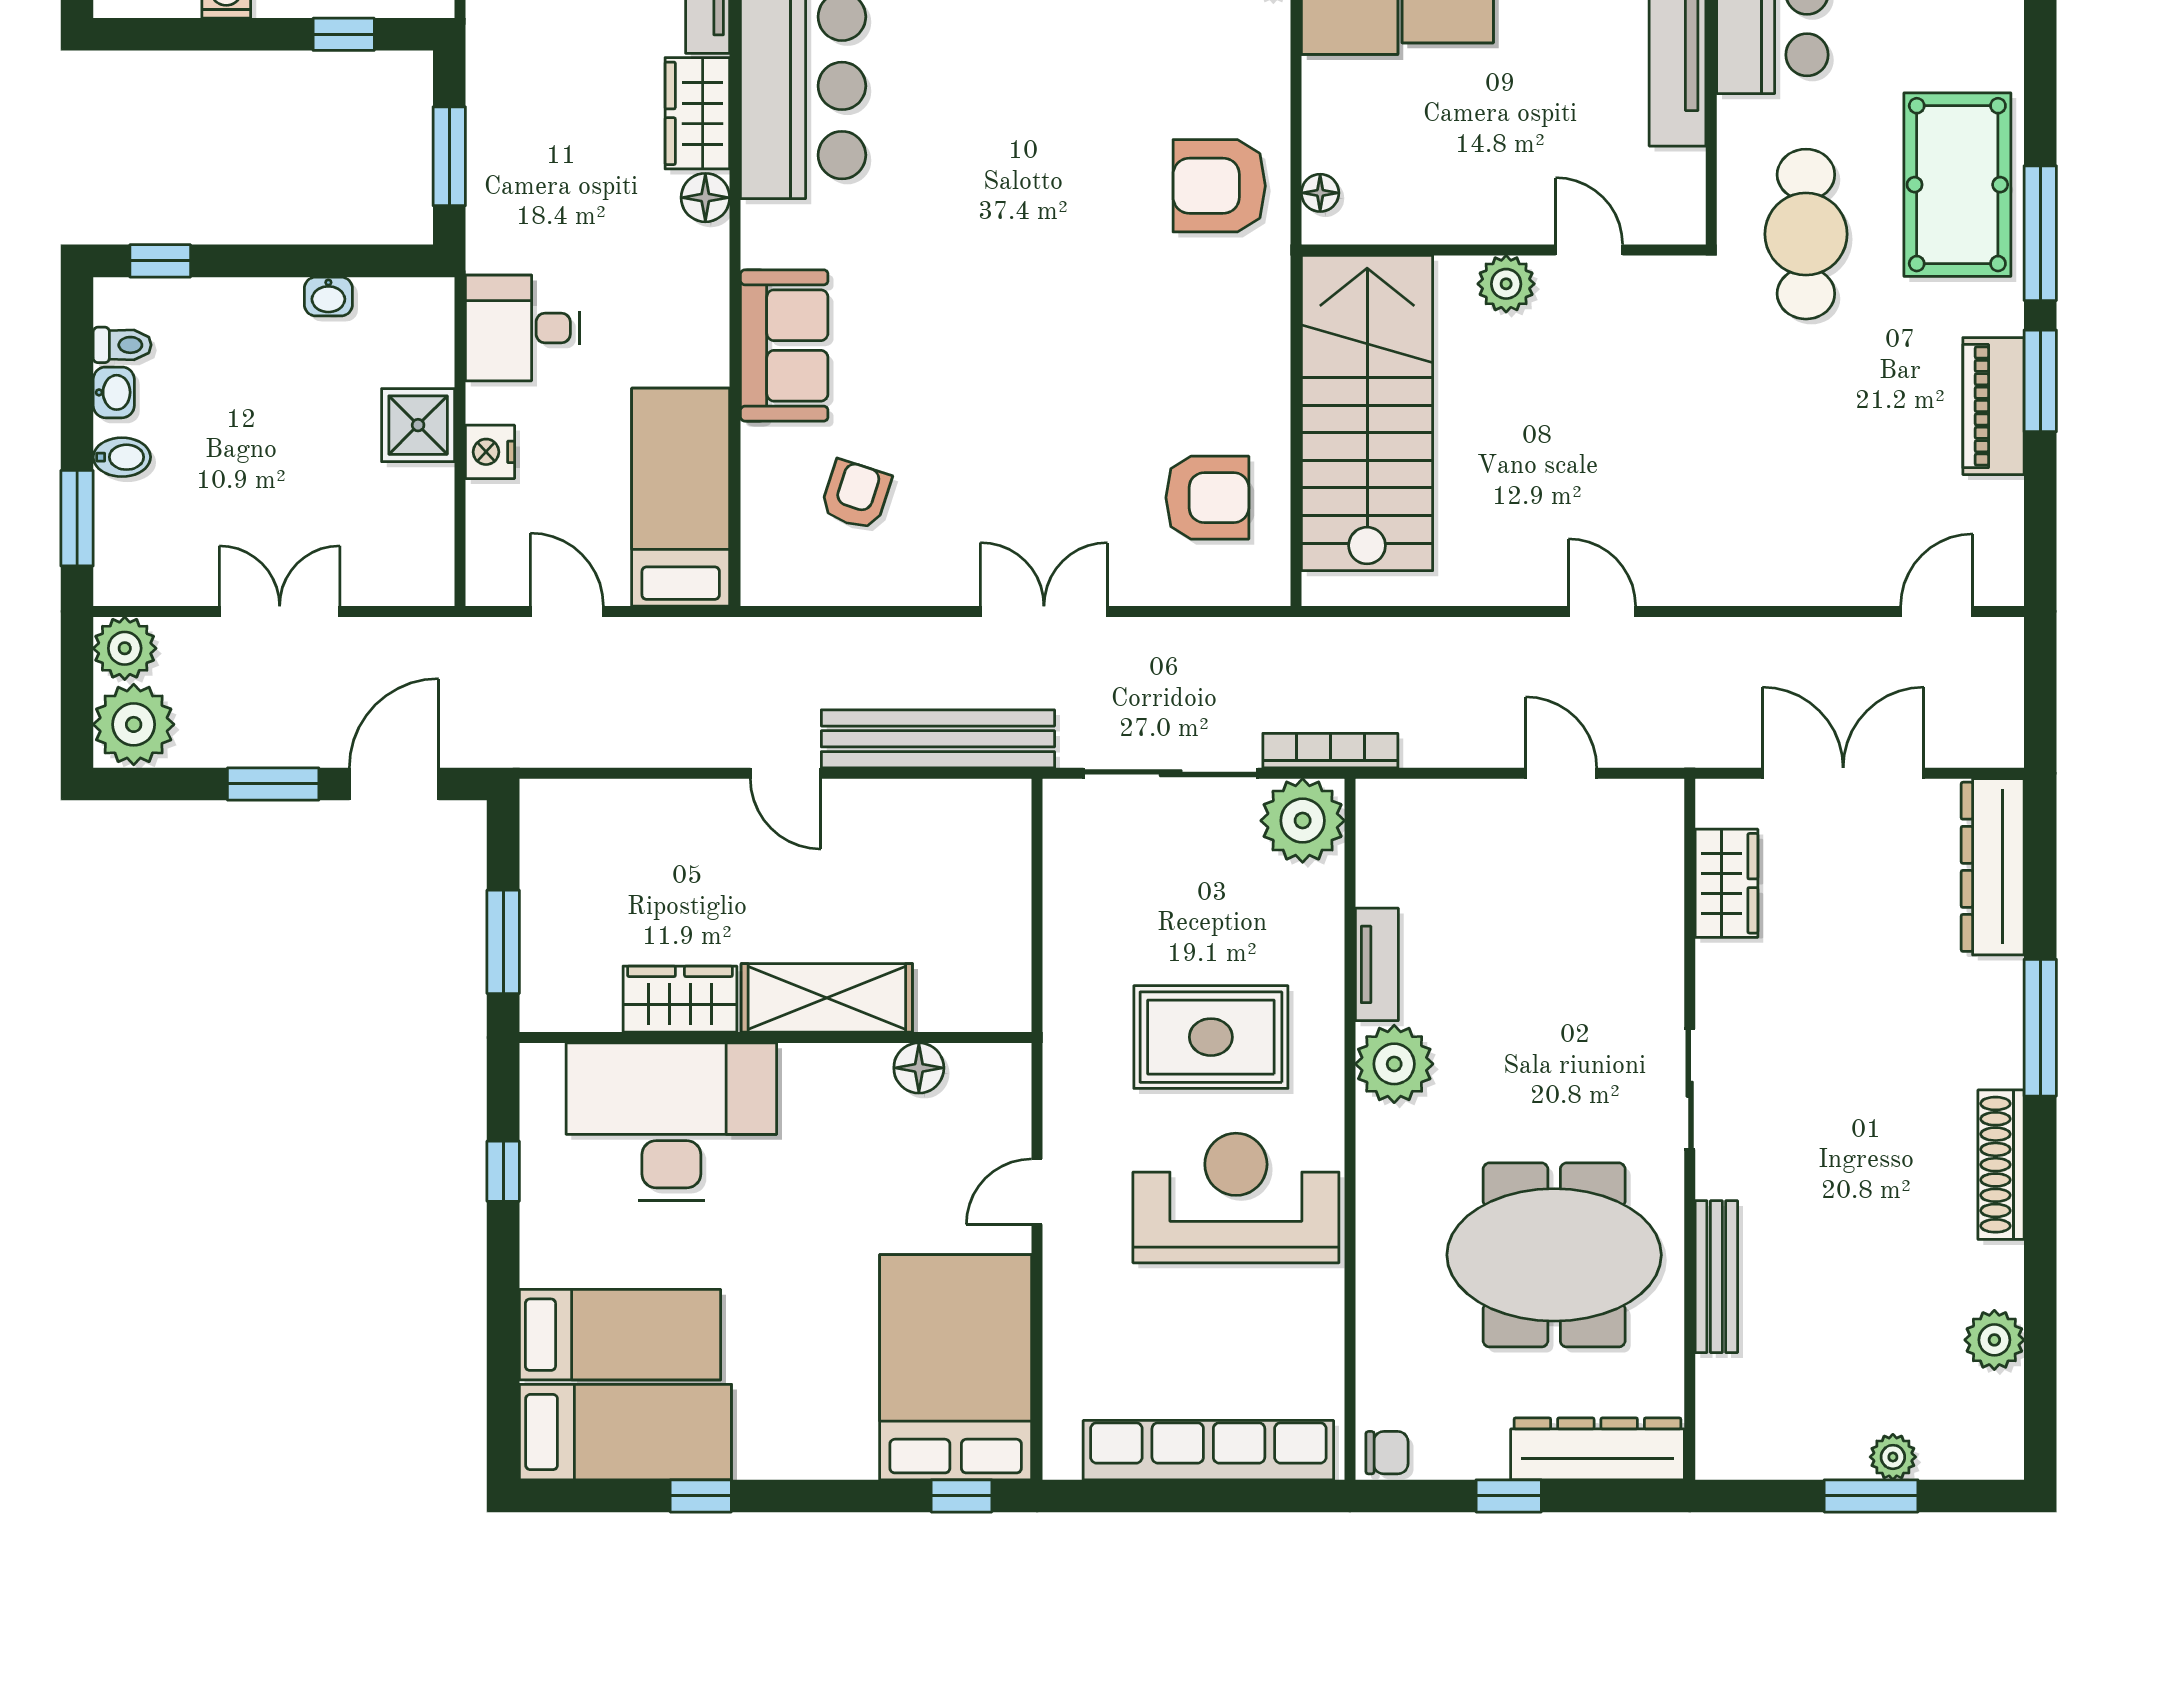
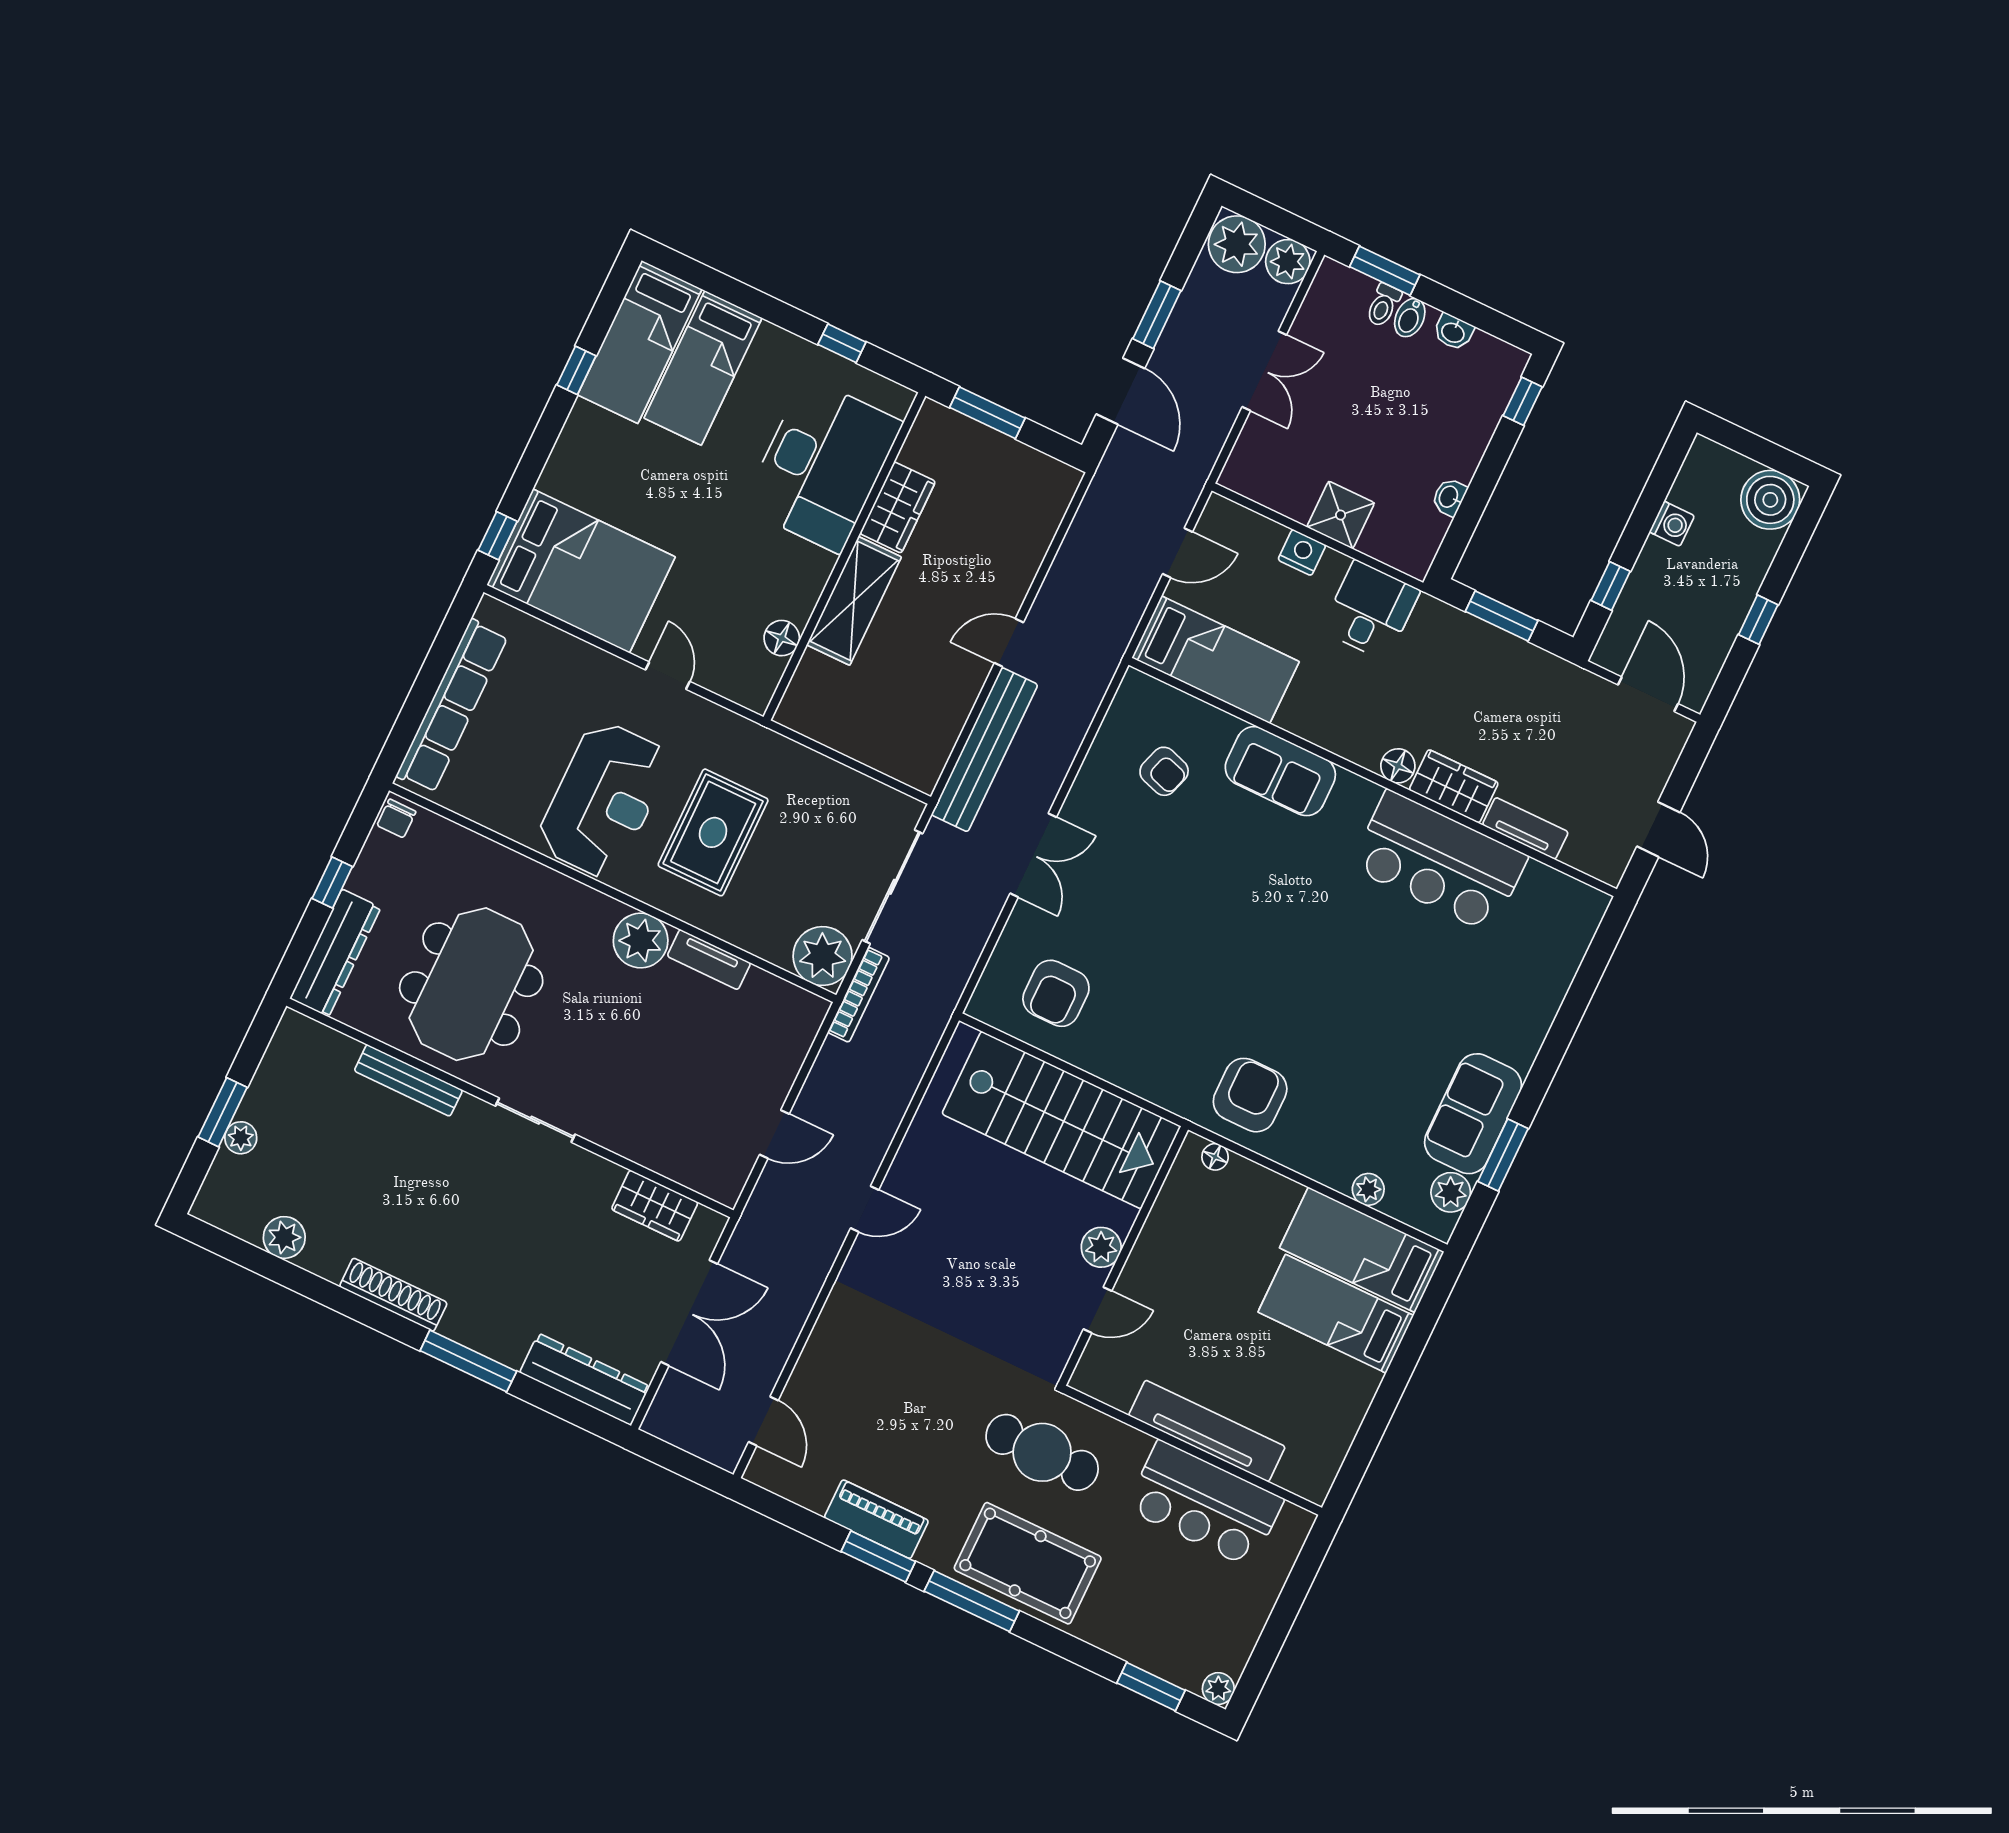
toilet: (122, 345) -> (1383, 305), moved

